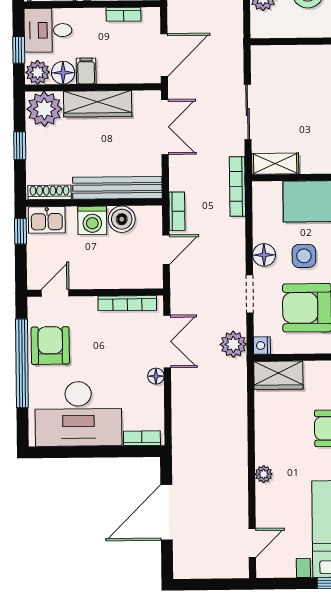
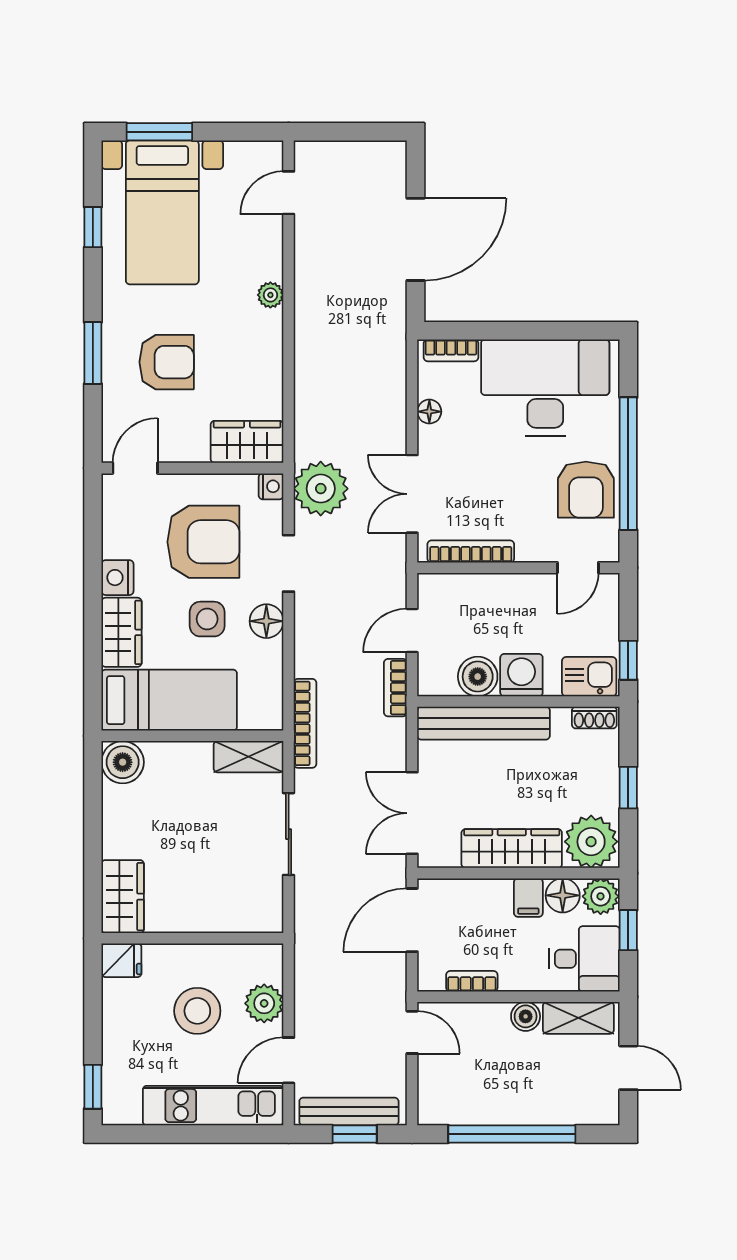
shoe rack: (50, 192) -> (594, 718), width x0.70
plant: (233, 344) -> (321, 489), width x1.36, depth x1.36
floor lamp: (156, 376) -> (429, 412), moved

